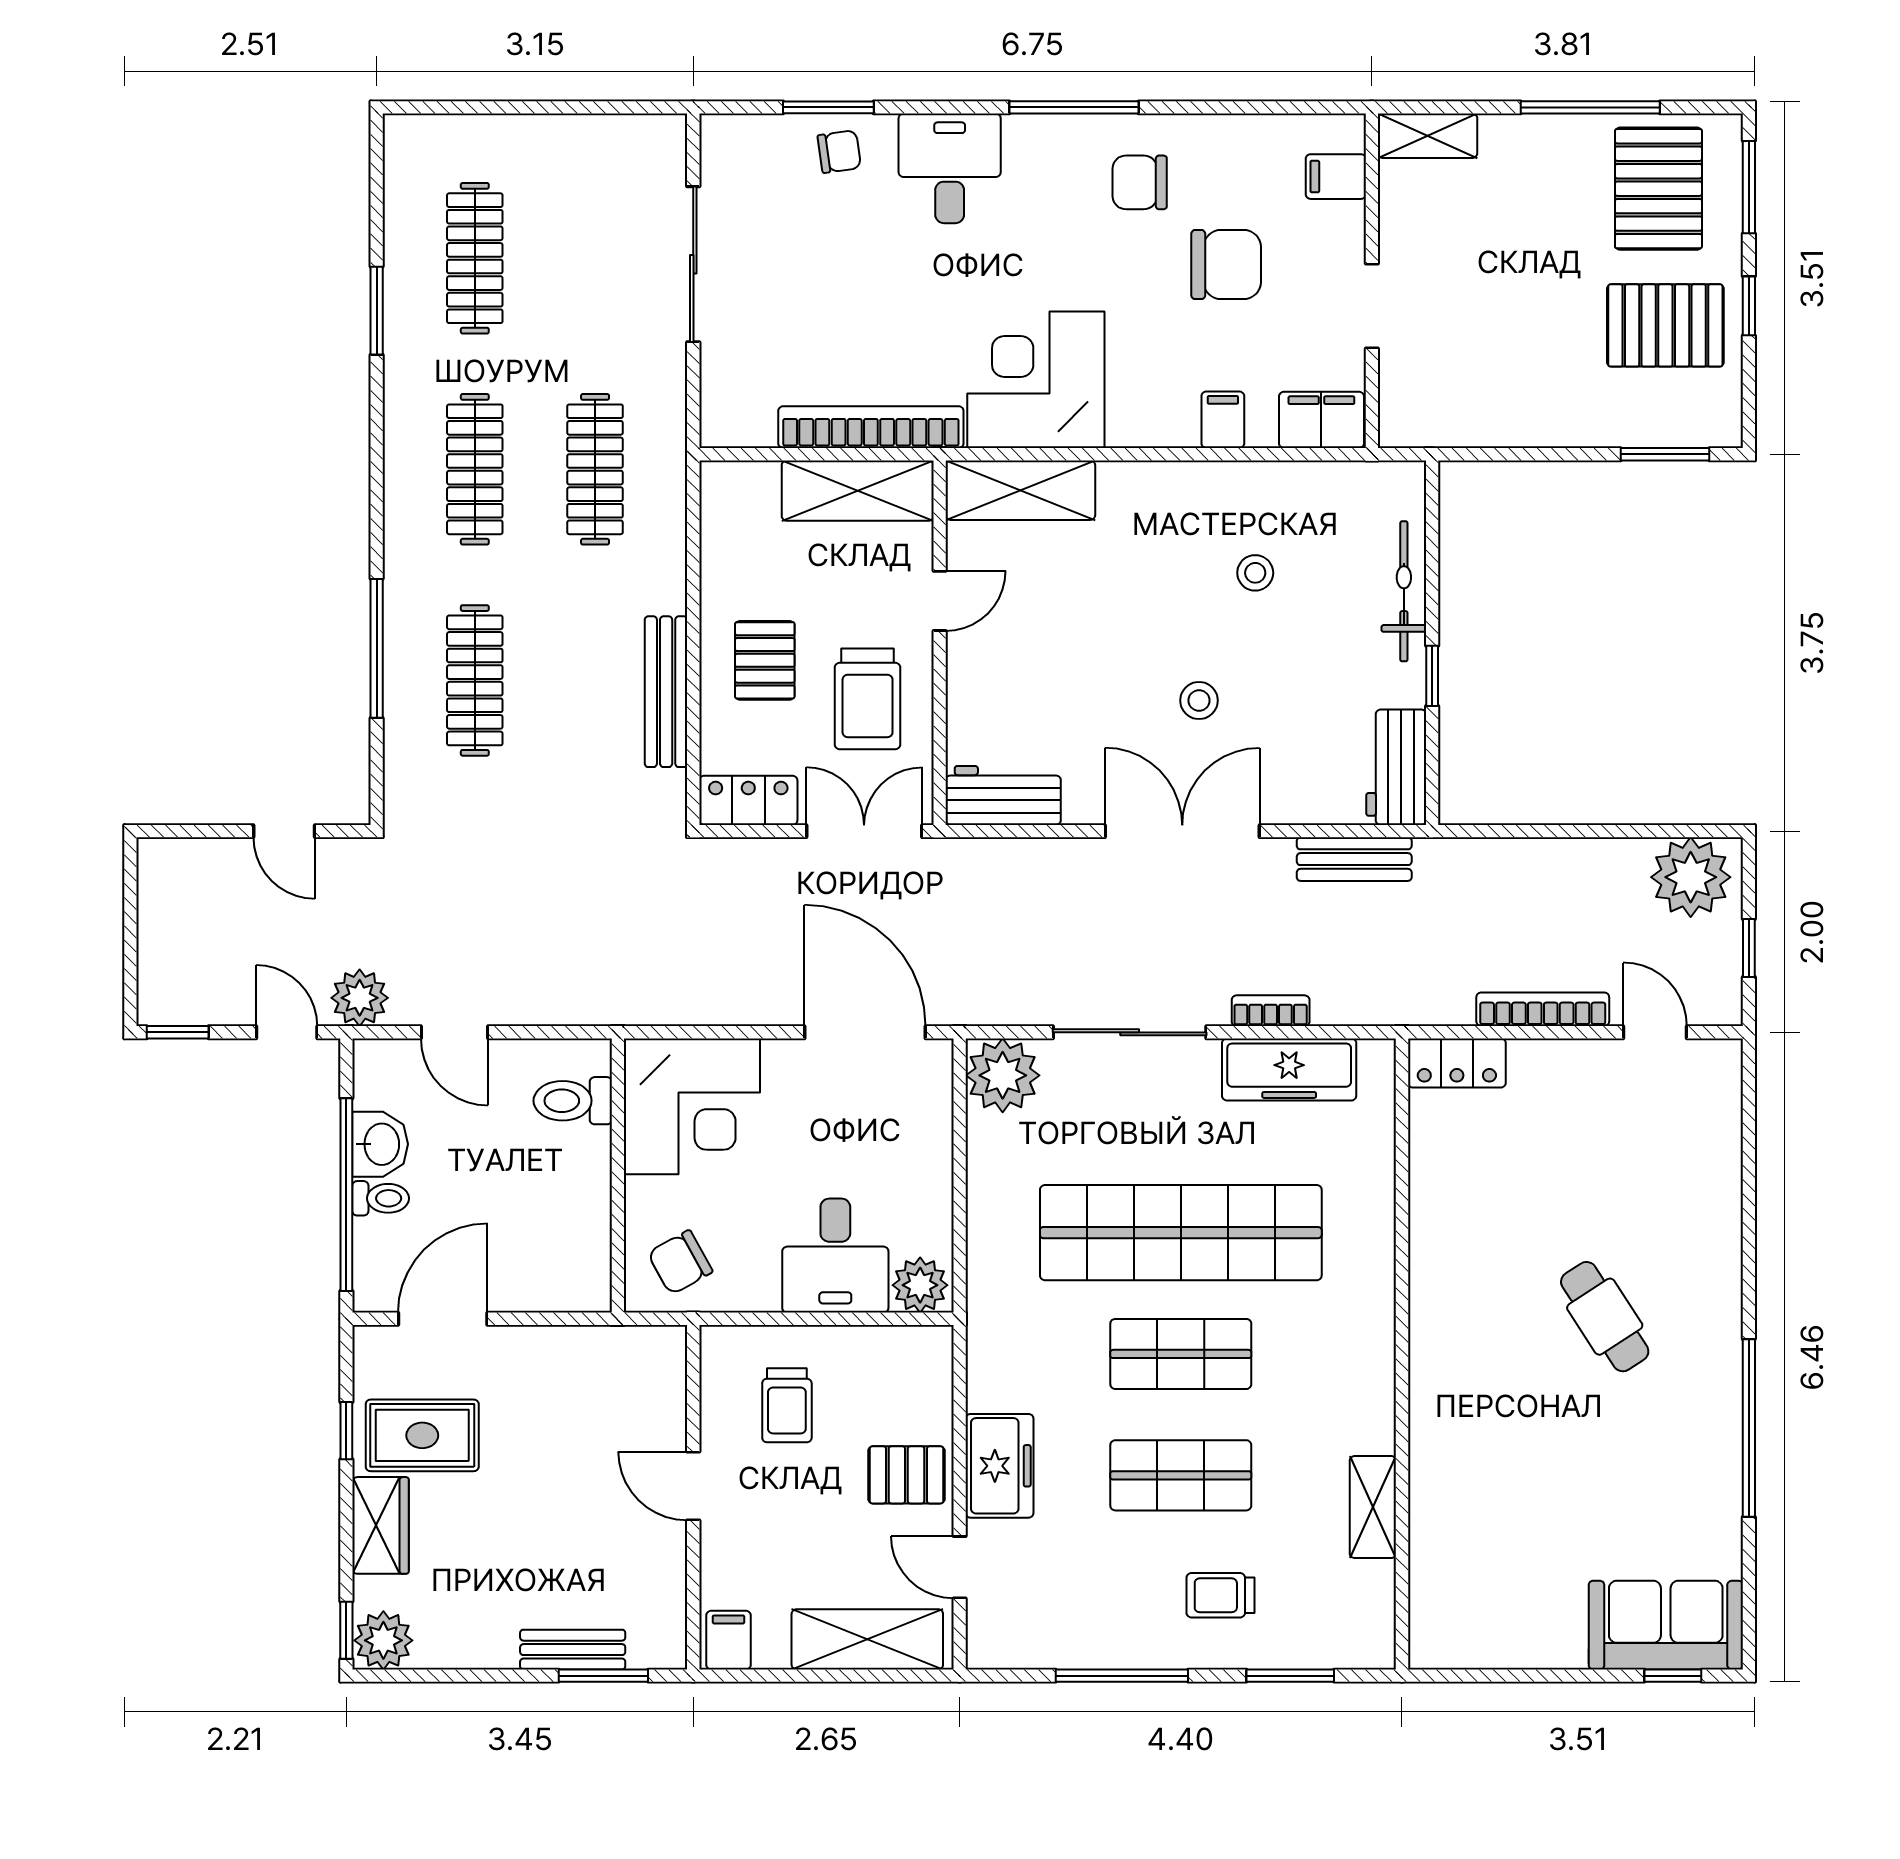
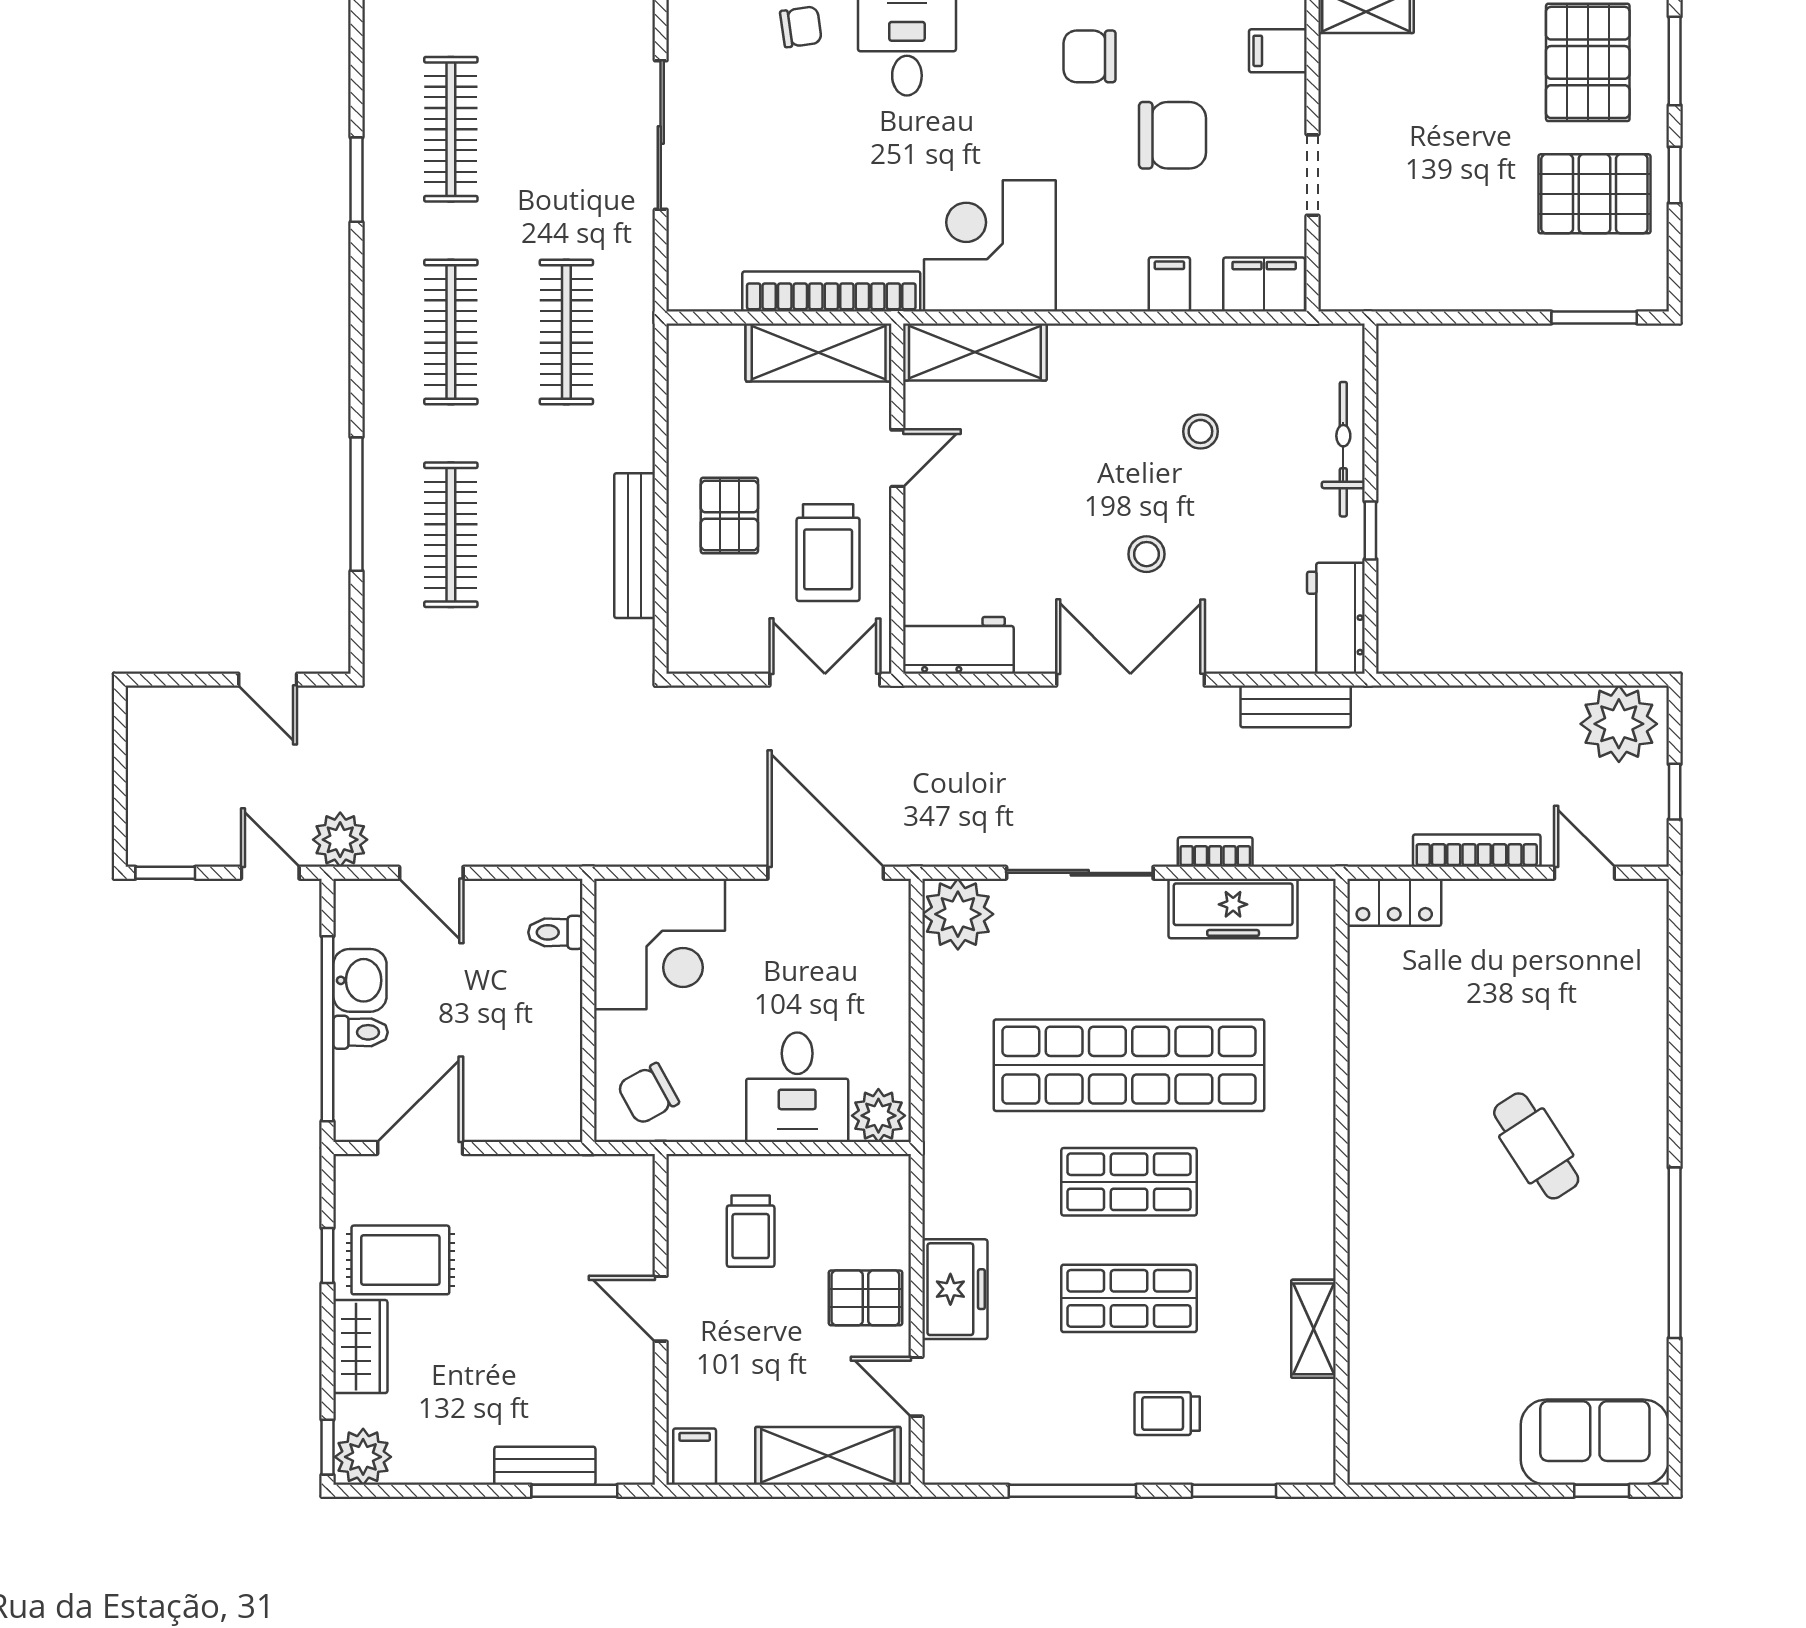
locker: (748, 800) -> (714, 650), removed
toilet: (573, 1101) -> (555, 932), width x0.73, depth x0.72

